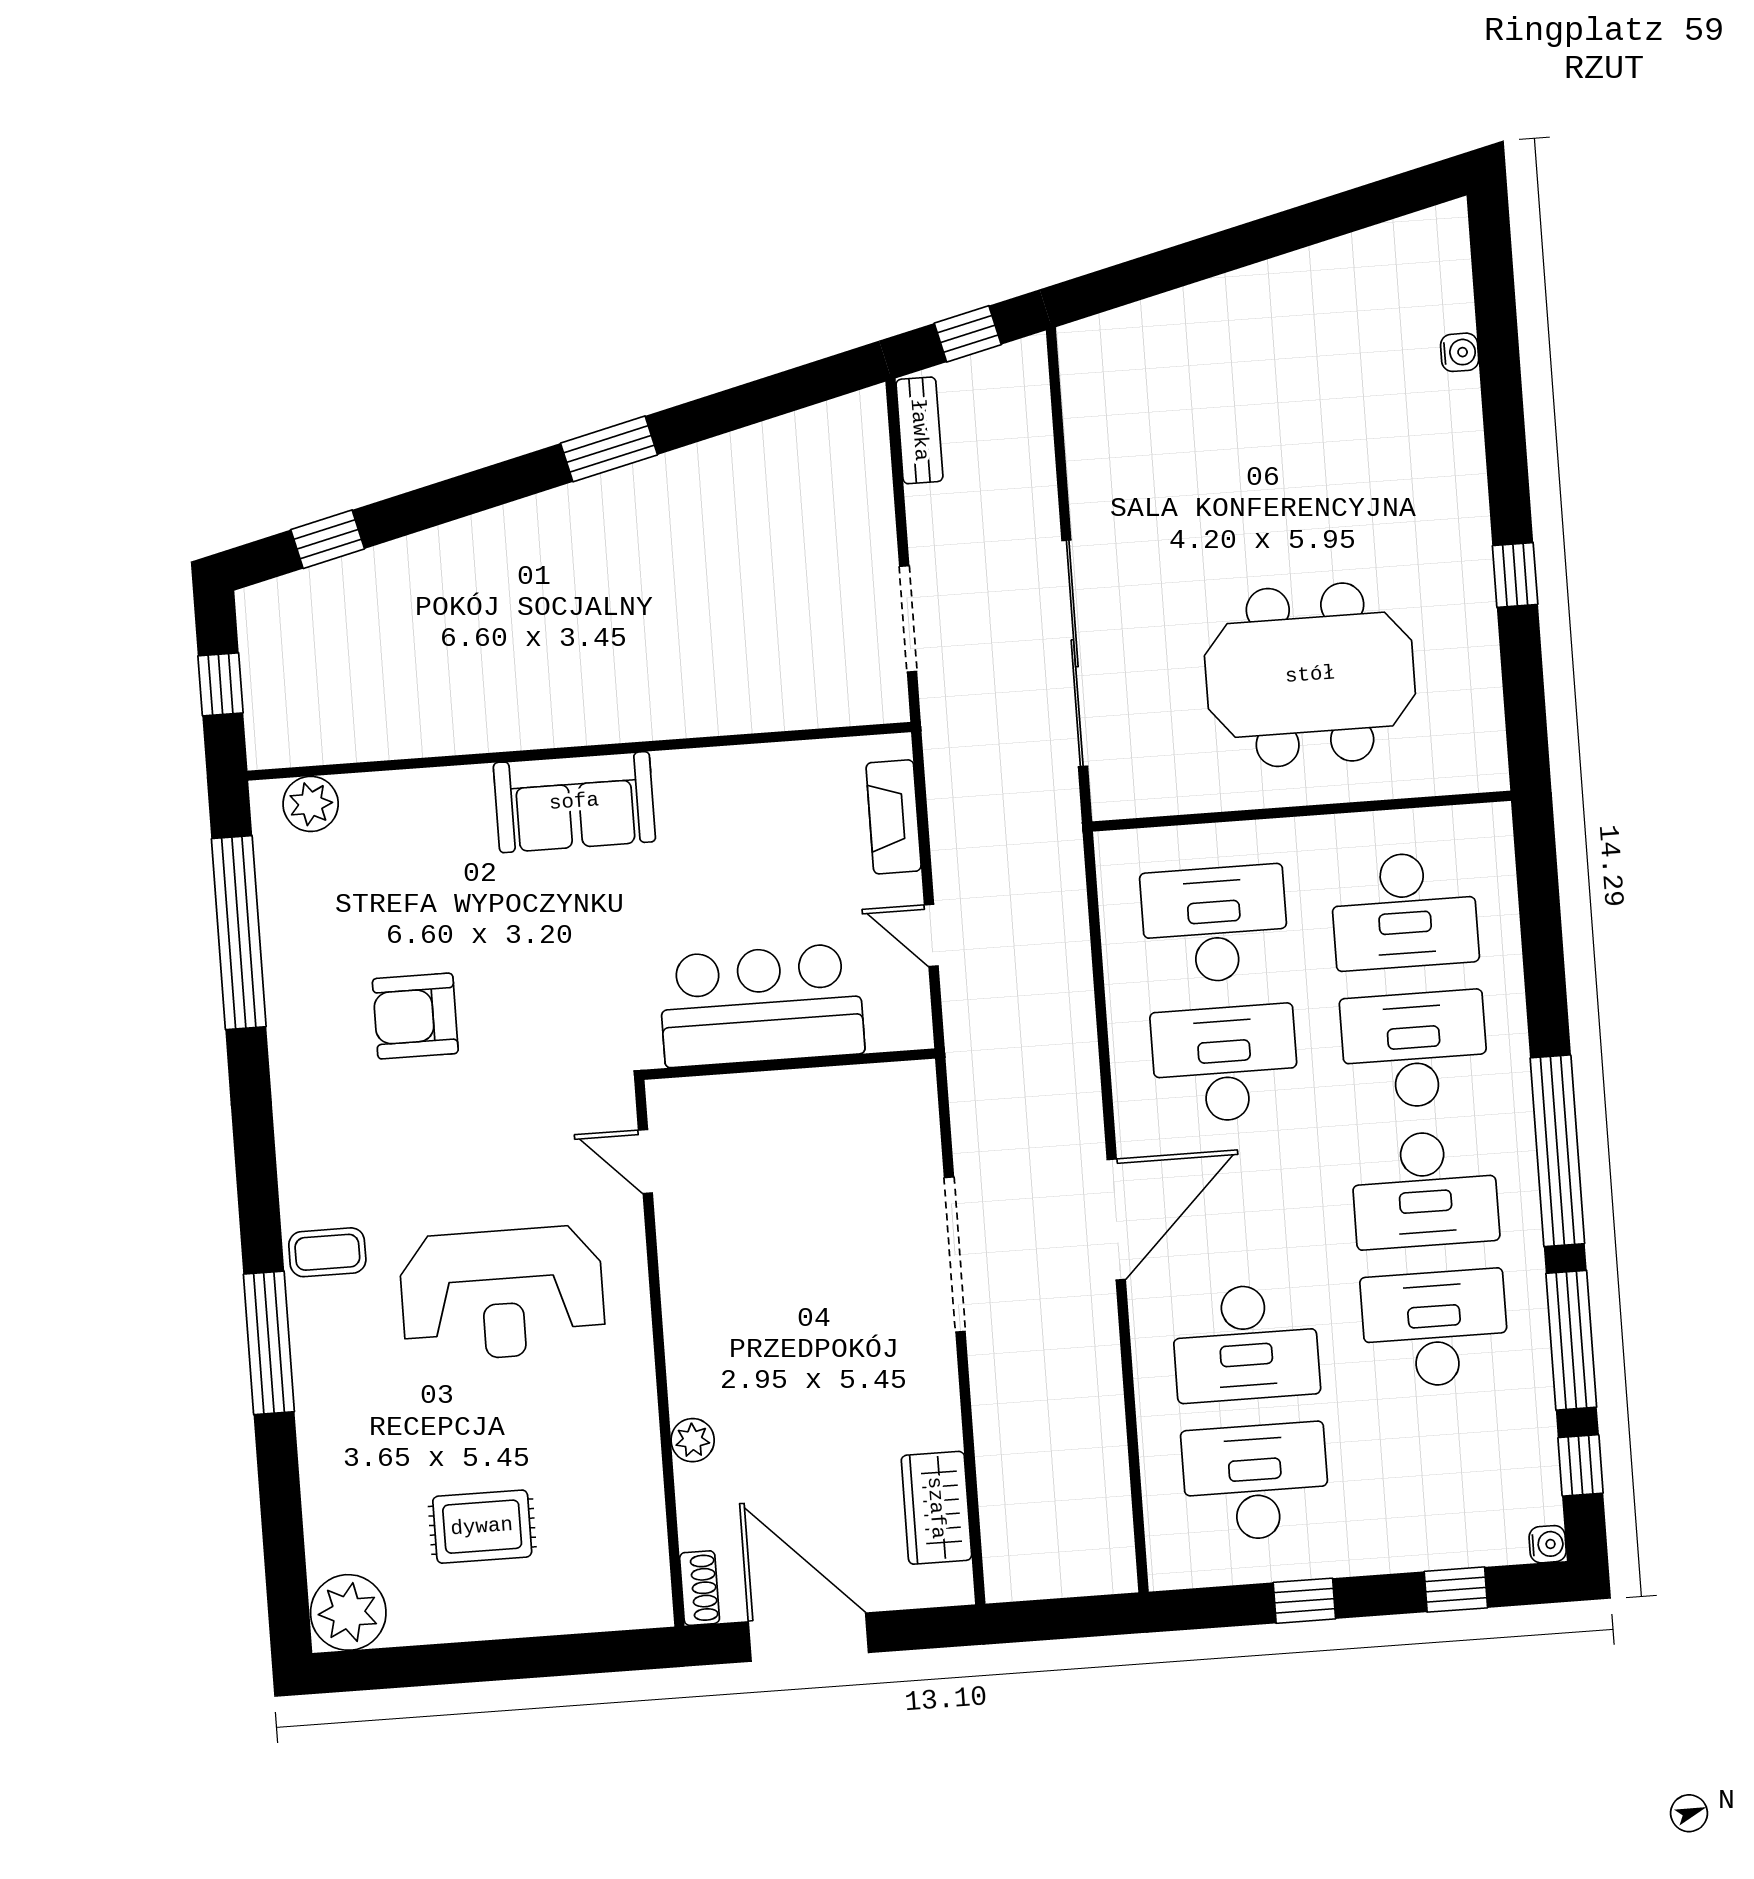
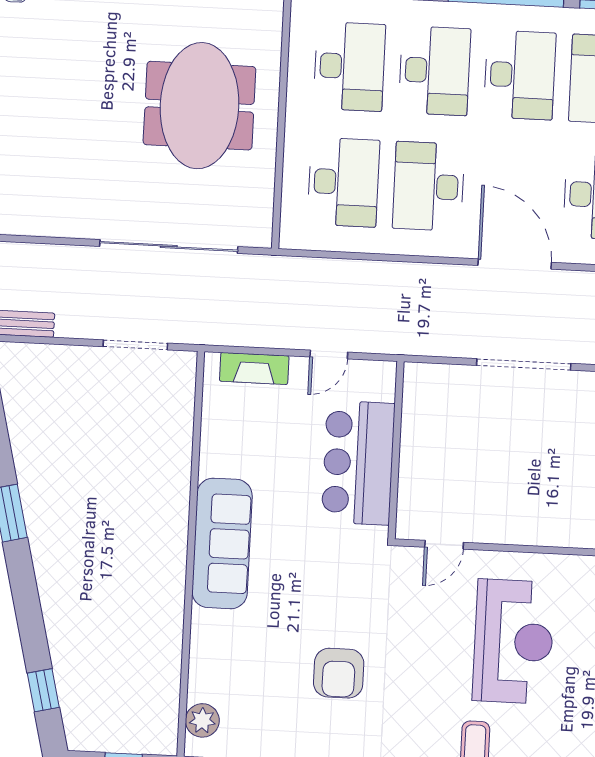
sofa: (574, 802) -> (222, 543), width x1.36
desk: (1215, 924) -> (343, 182), turned 180
desk: (1414, 1050) -> (435, 71), turned 180

